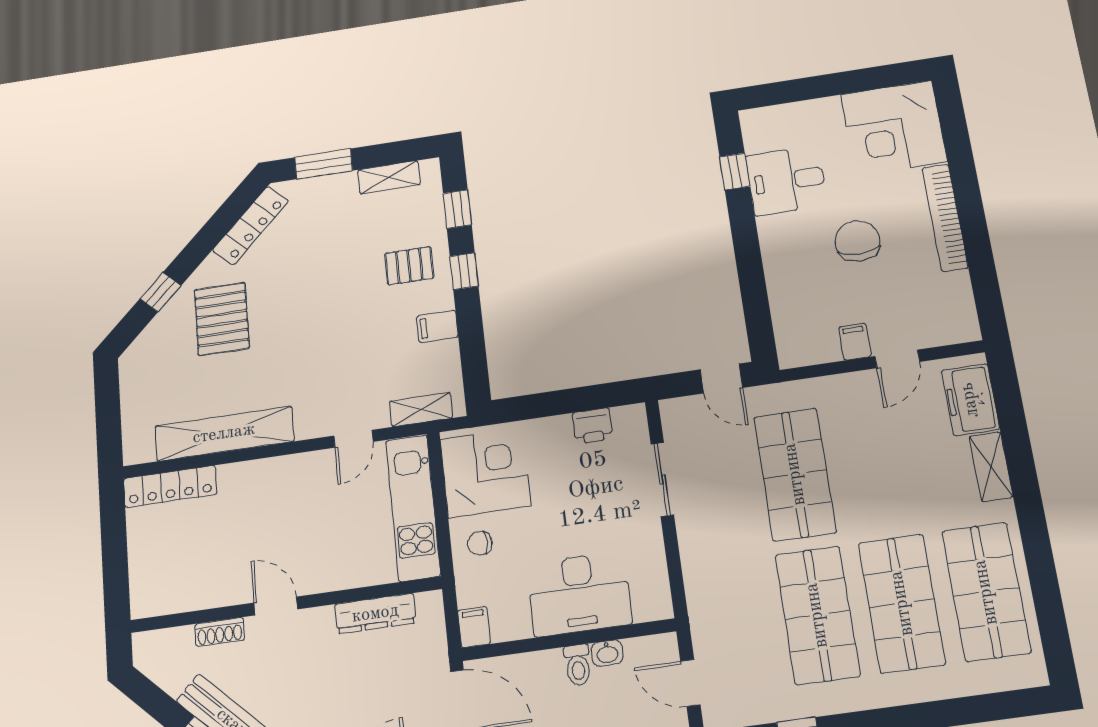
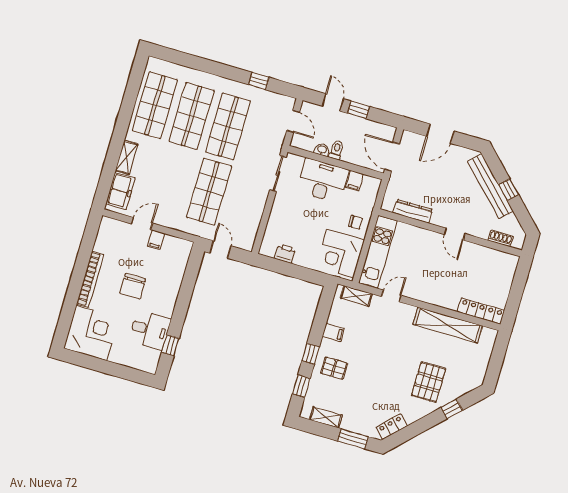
locker: (251, 226) -> (392, 427), width x0.66
sliding door: (662, 479) -> (278, 173), moved
filing cabinet: (474, 627) -> (355, 181), moved
shoe rack: (220, 632) -> (500, 238), moved

